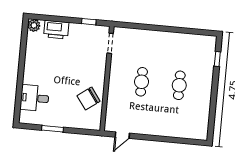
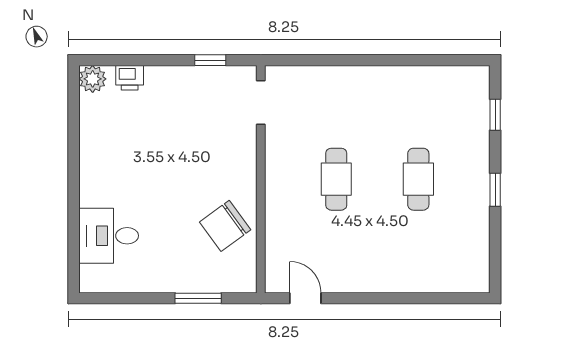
printer: (56, 30) -> (130, 78), width x0.53, depth x0.68
window: (214, 93) -> (495, 190), added
window: (52, 129) -> (198, 298), moved
door: (122, 135) -> (305, 298), swing flipped

